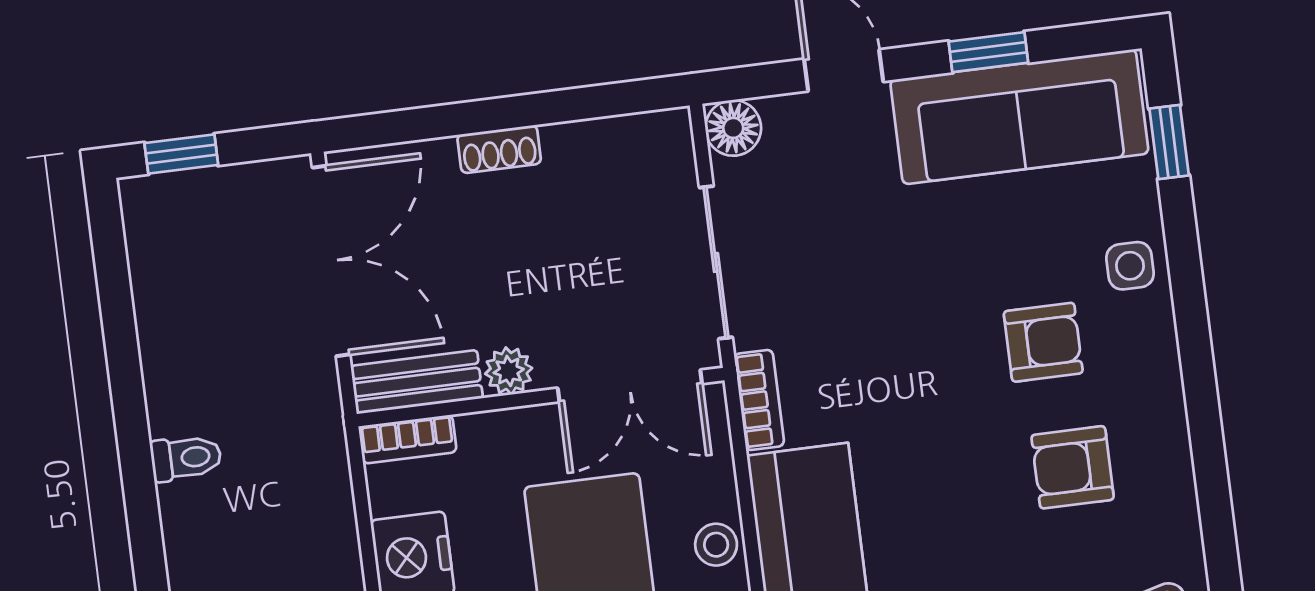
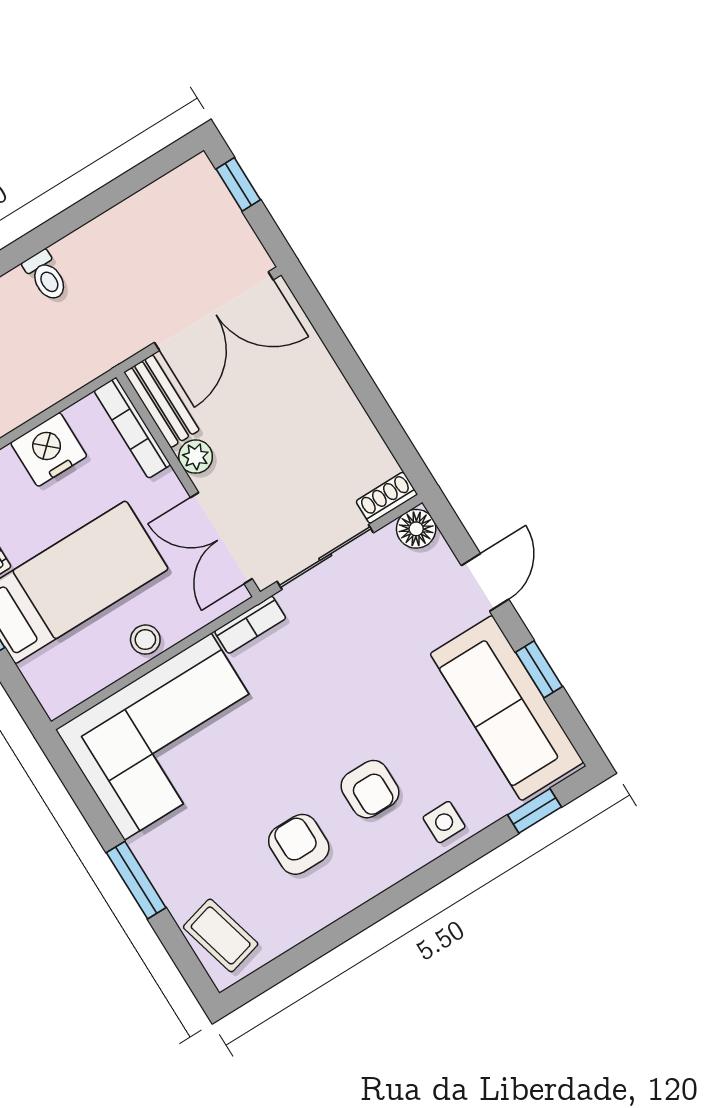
shoe rack: (499, 149) -> (387, 498), moved, turned 90
bookcase: (408, 439) -> (132, 428), width x1.56

